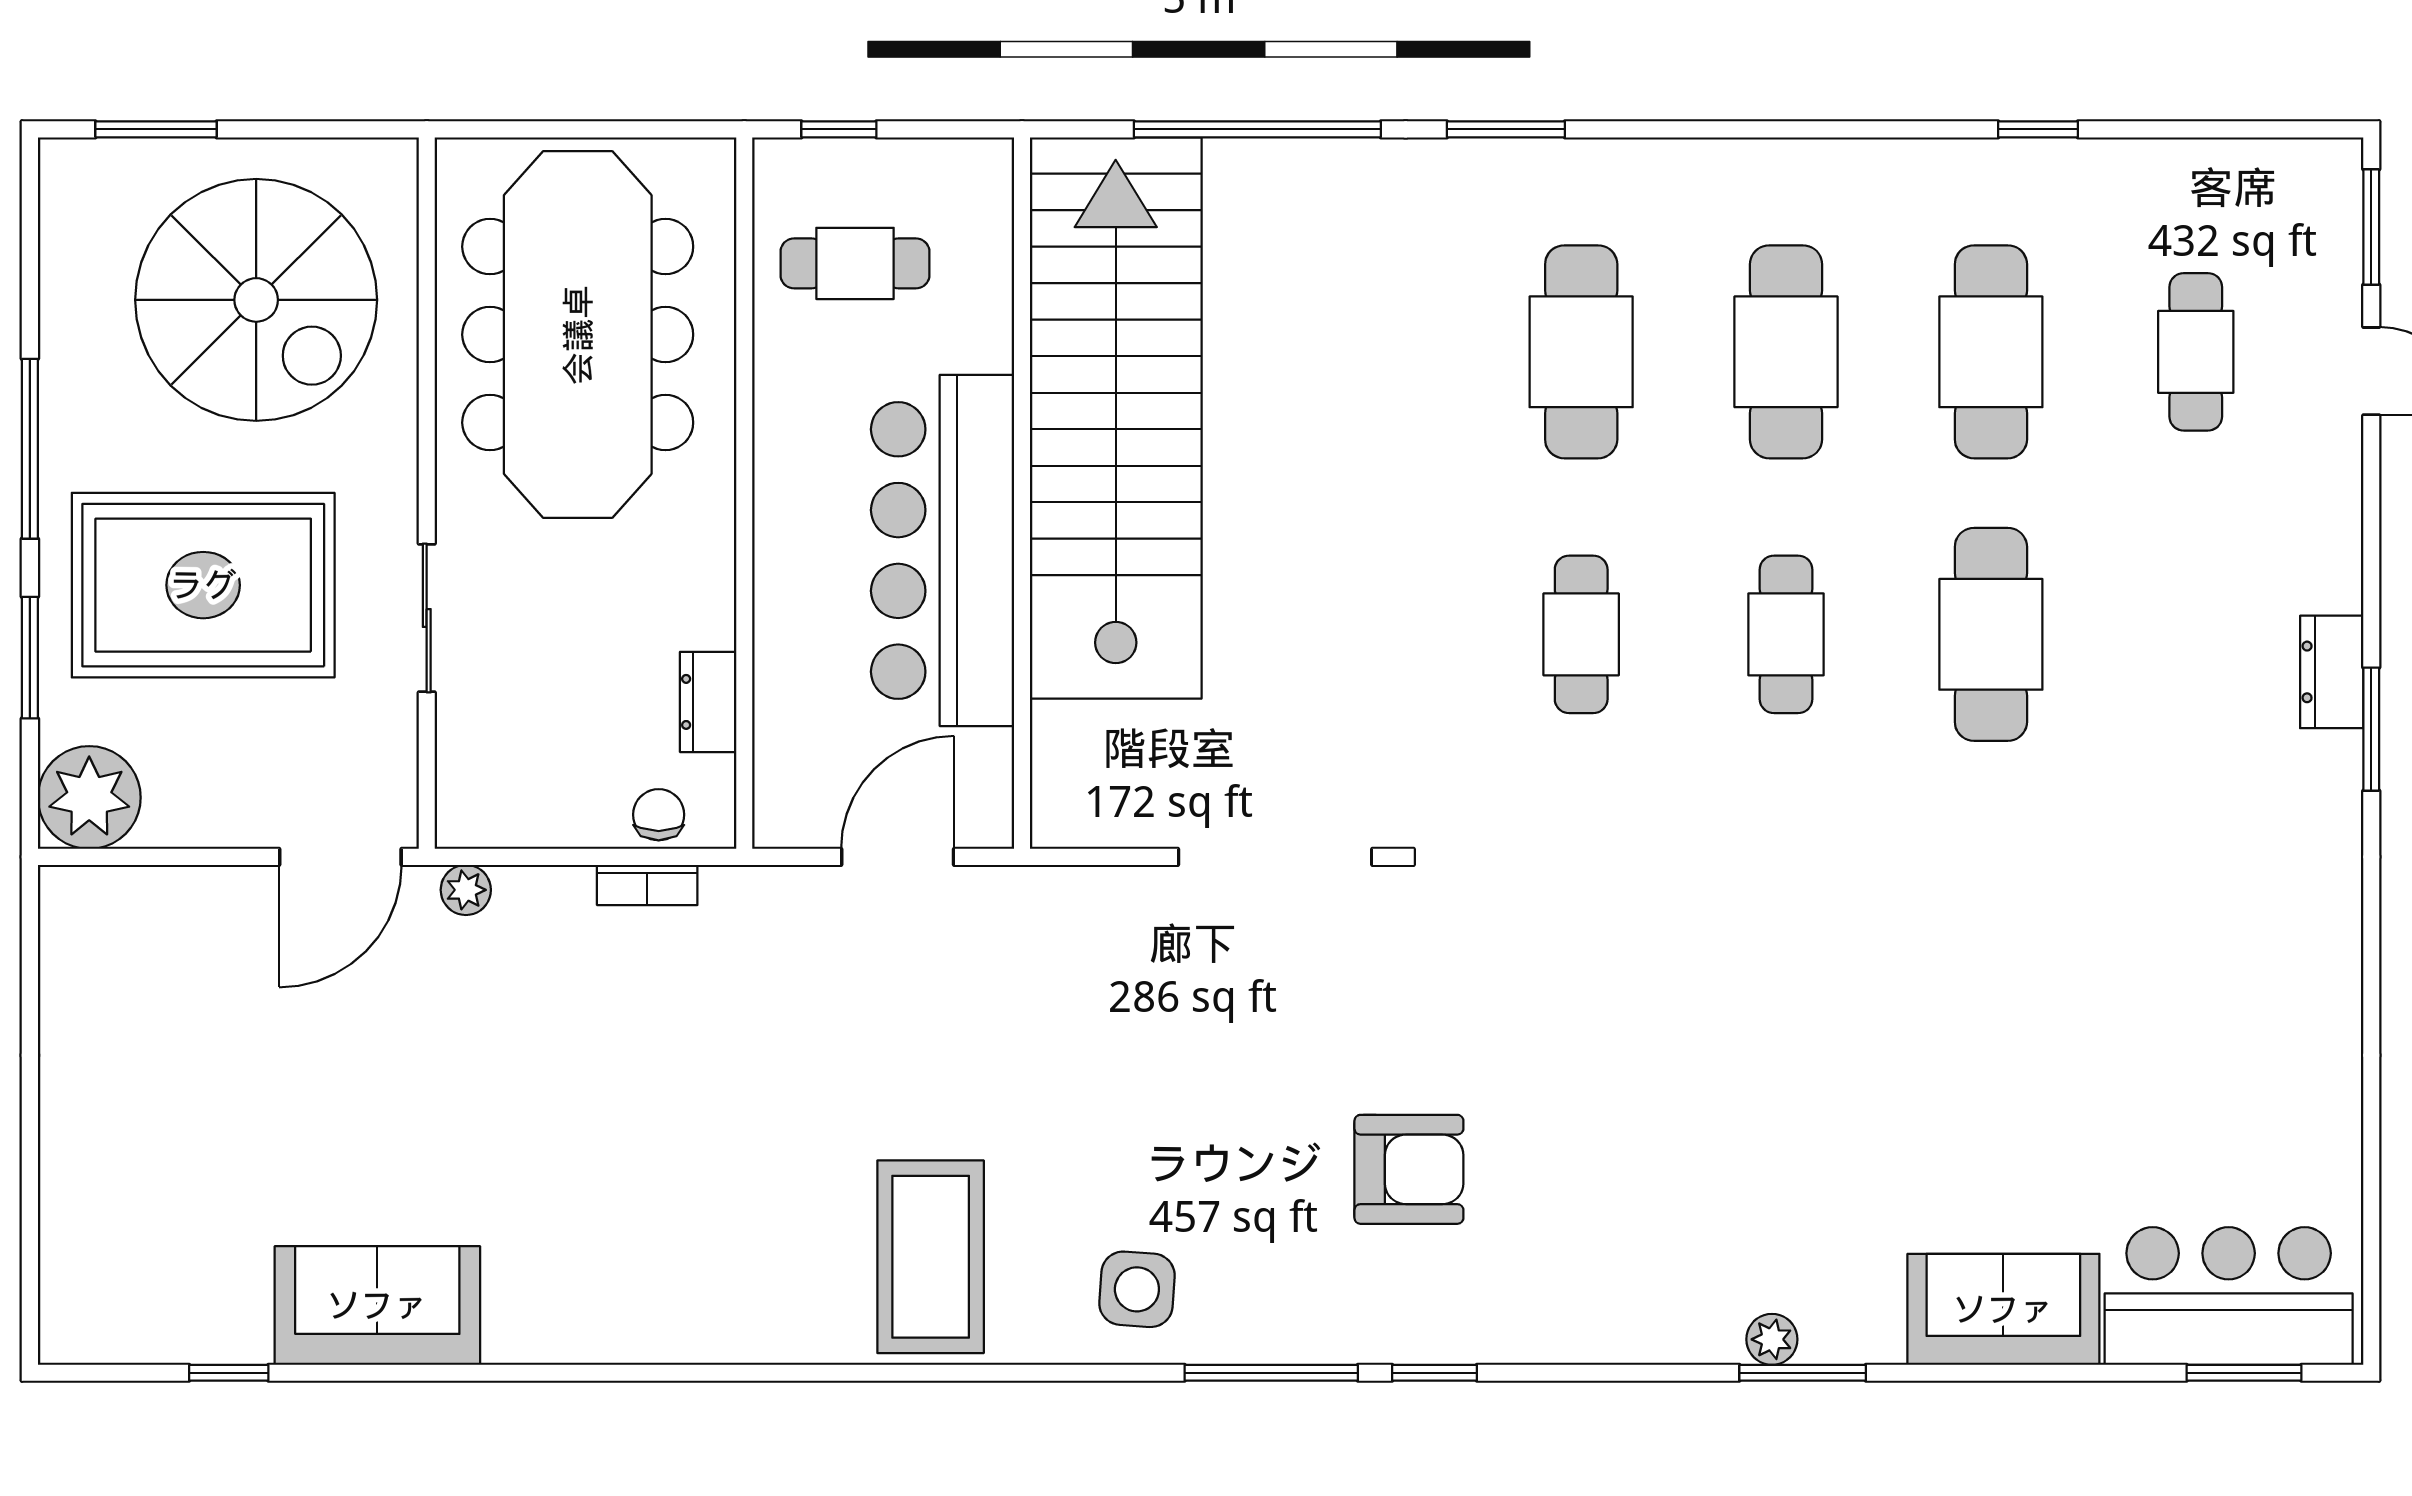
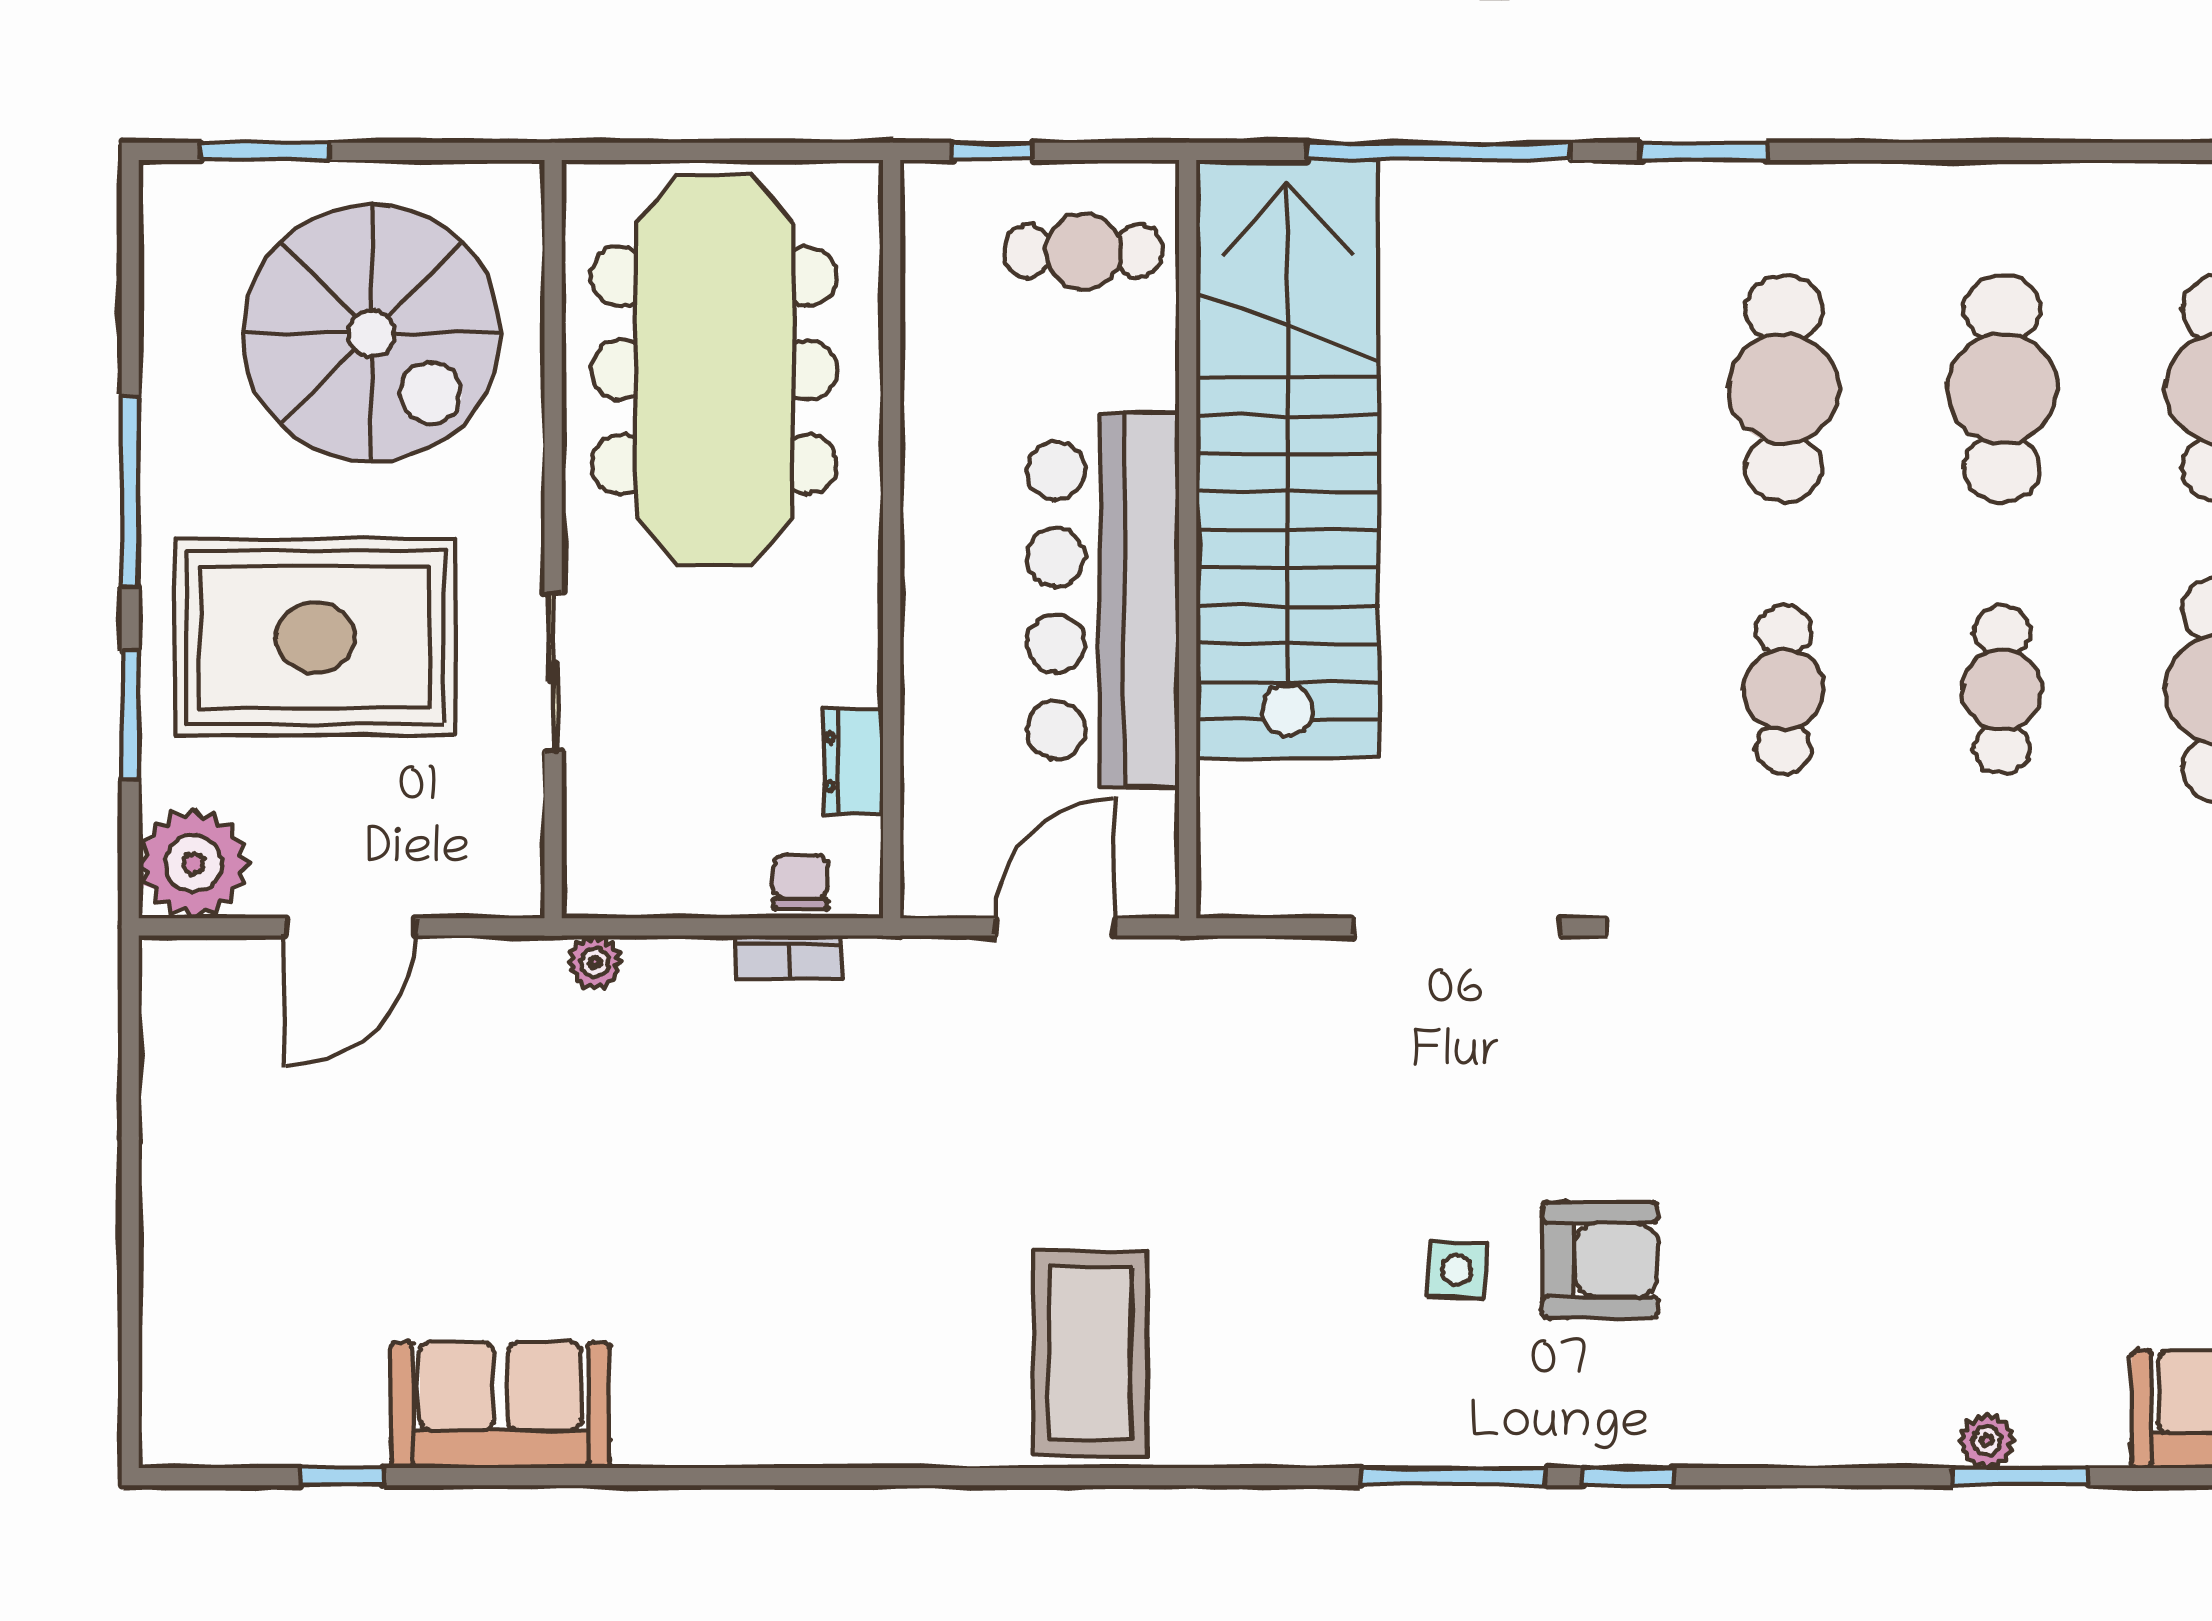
cafe table: (855, 263) -> (1083, 251), moved
door: (340, 857) -> (350, 927), moved
side table: (1137, 1289) -> (1457, 1269), moved, width x0.73, depth x0.73

